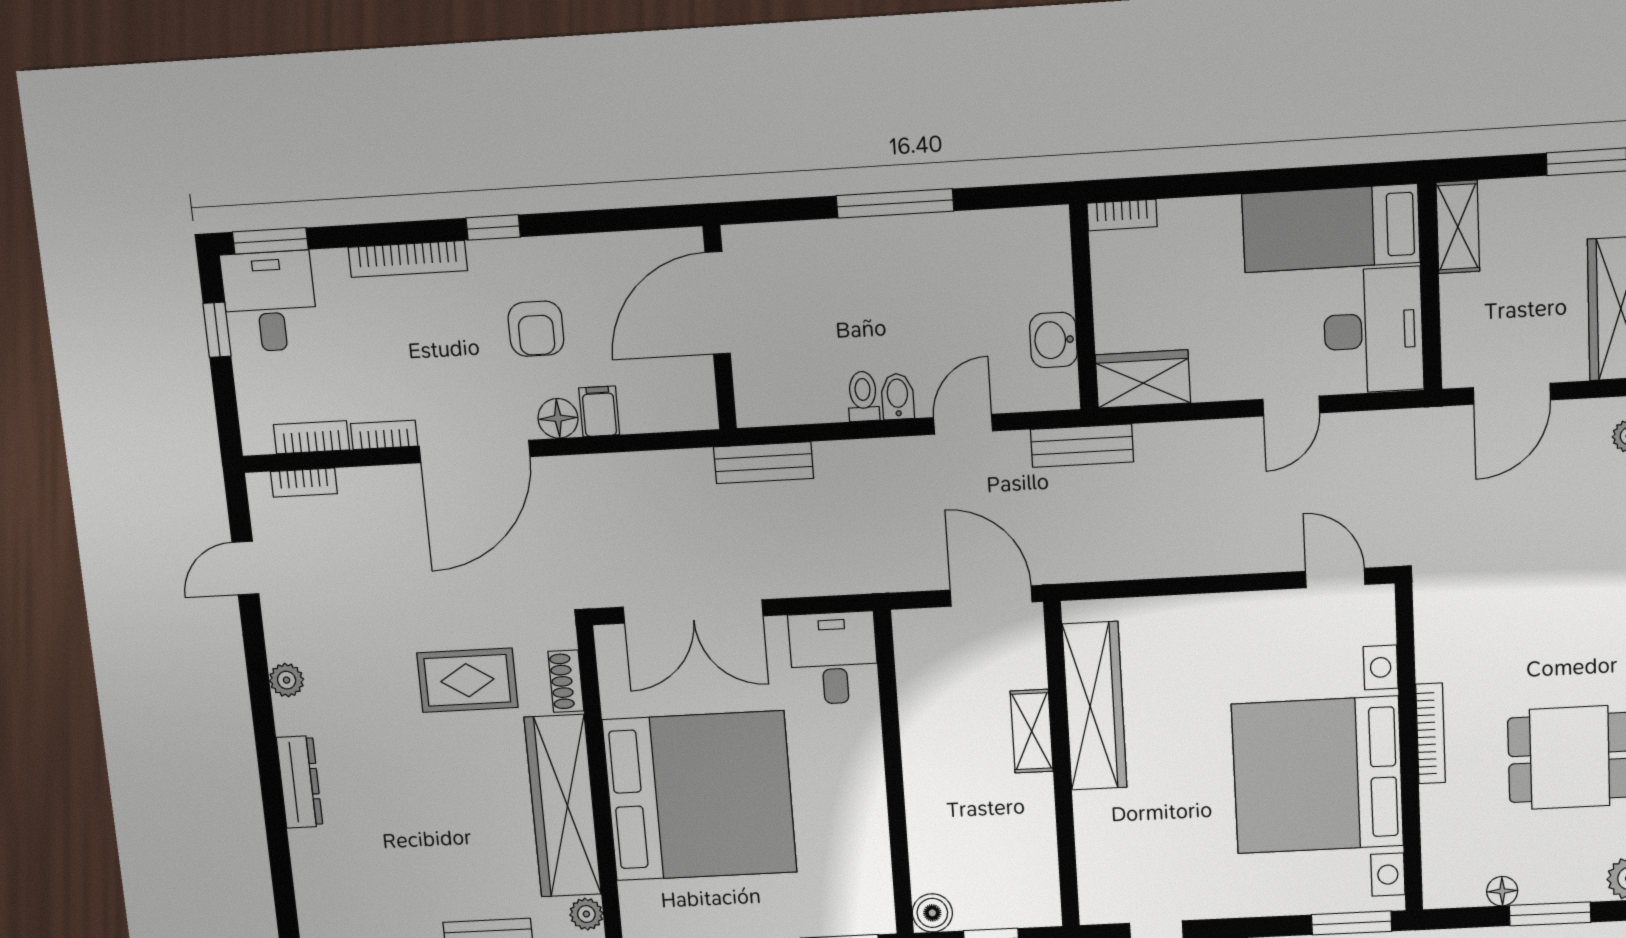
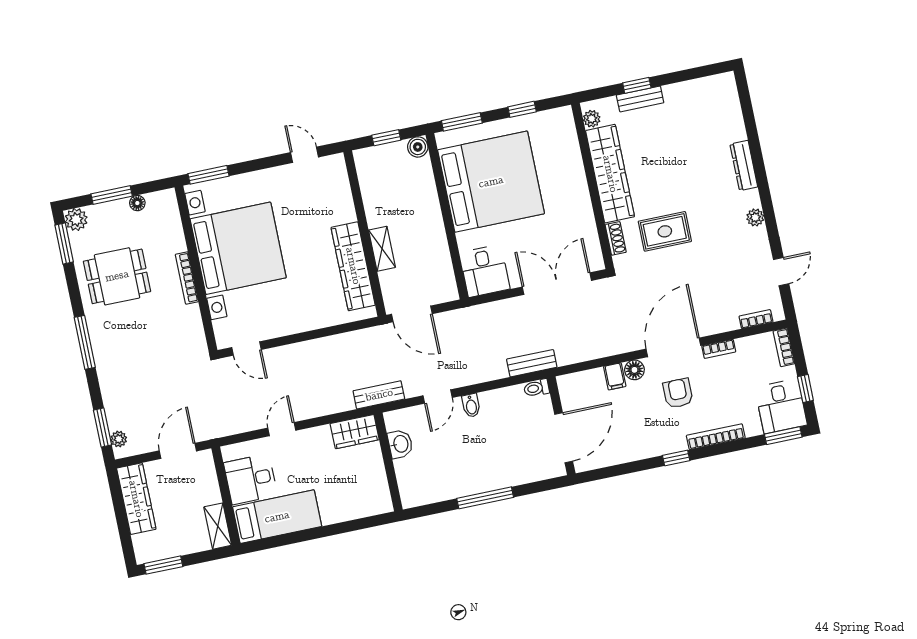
bookcase: (1122, 215) -> (377, 508), removed
armchair: (536, 329) -> (678, 393), moved
desk: (1373, 330) -> (251, 479), width x0.73
toilet: (863, 396) -> (536, 388), moved, turned 90
bookcase: (311, 437) -> (784, 347), moved, turned 90
bed: (700, 796) -> (491, 182), moved, turned 180

